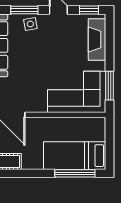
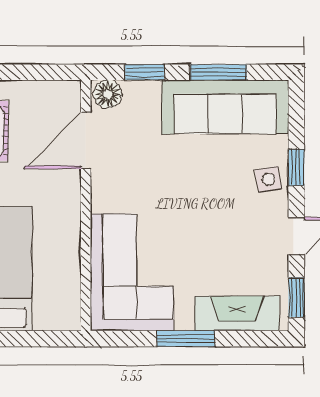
window: (24, 10) -> (296, 167), width x0.67
window: (110, 86) -> (186, 339), moved

